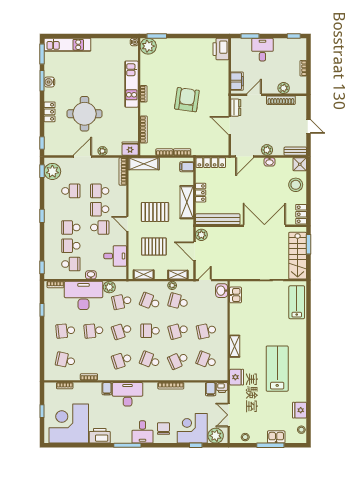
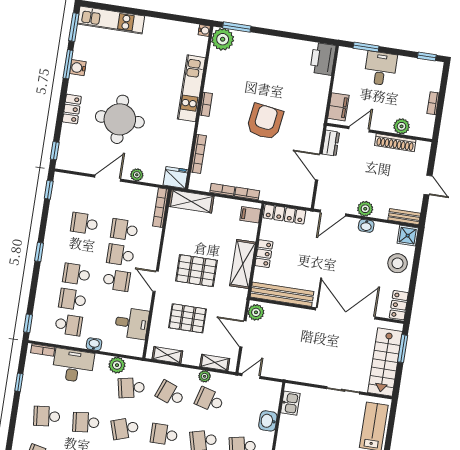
plant: (52, 171) -> (63, 192), removed
school desk: (71, 191) -> (84, 223), turned 180
washbasin: (222, 291) -> (268, 421), moved
desk: (84, 295) -> (73, 366), width x0.73, depth x0.77

